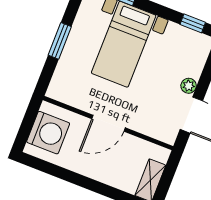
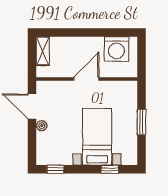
washing machine: (48, 133) -> (116, 49), moved, turned -90

